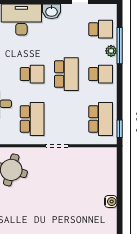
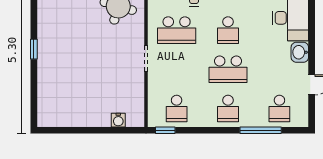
plant: (111, 51) -> (255, 121), removed
school desk: (101, 119) -> (177, 109), width x0.54
water cooler: (111, 201) -> (118, 120), moved

